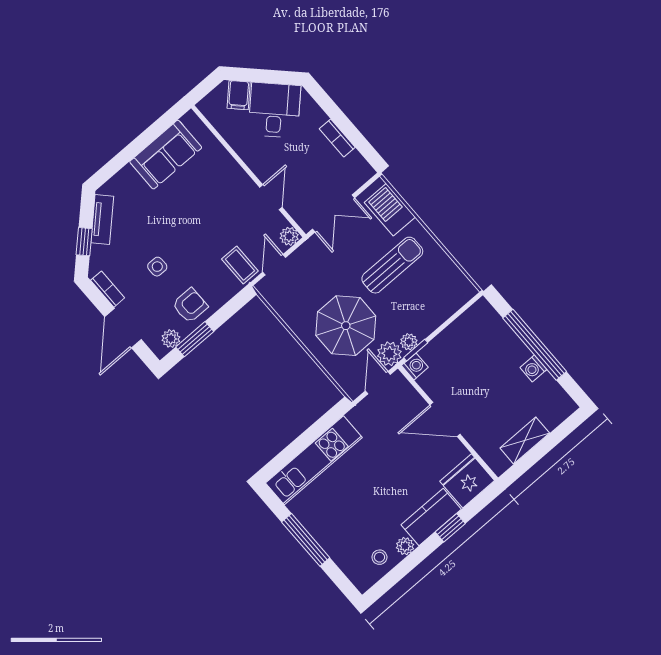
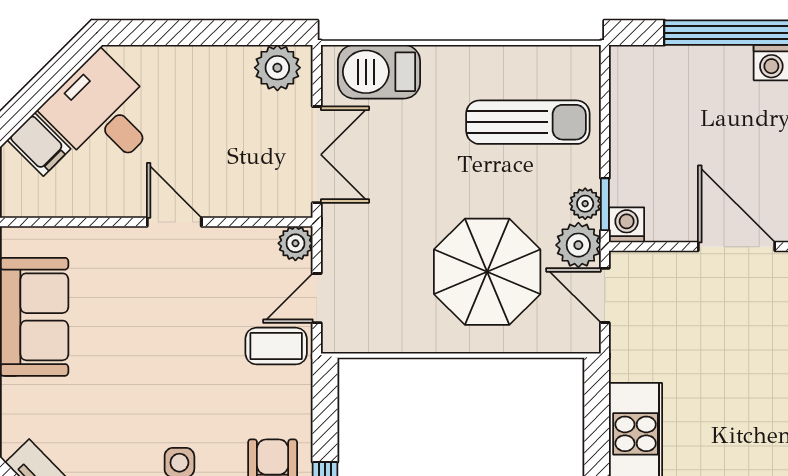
bookcase: (337, 138) -> (217, 59), removed
plant: (355, 166) -> (277, 68), added
door: (271, 197) -> (174, 222), moved
door: (274, 265) -> (317, 298), hinge flipped
sun lounger: (392, 265) -> (528, 122), moved, turned 90
door: (445, 420) -> (736, 247), swing flipped

